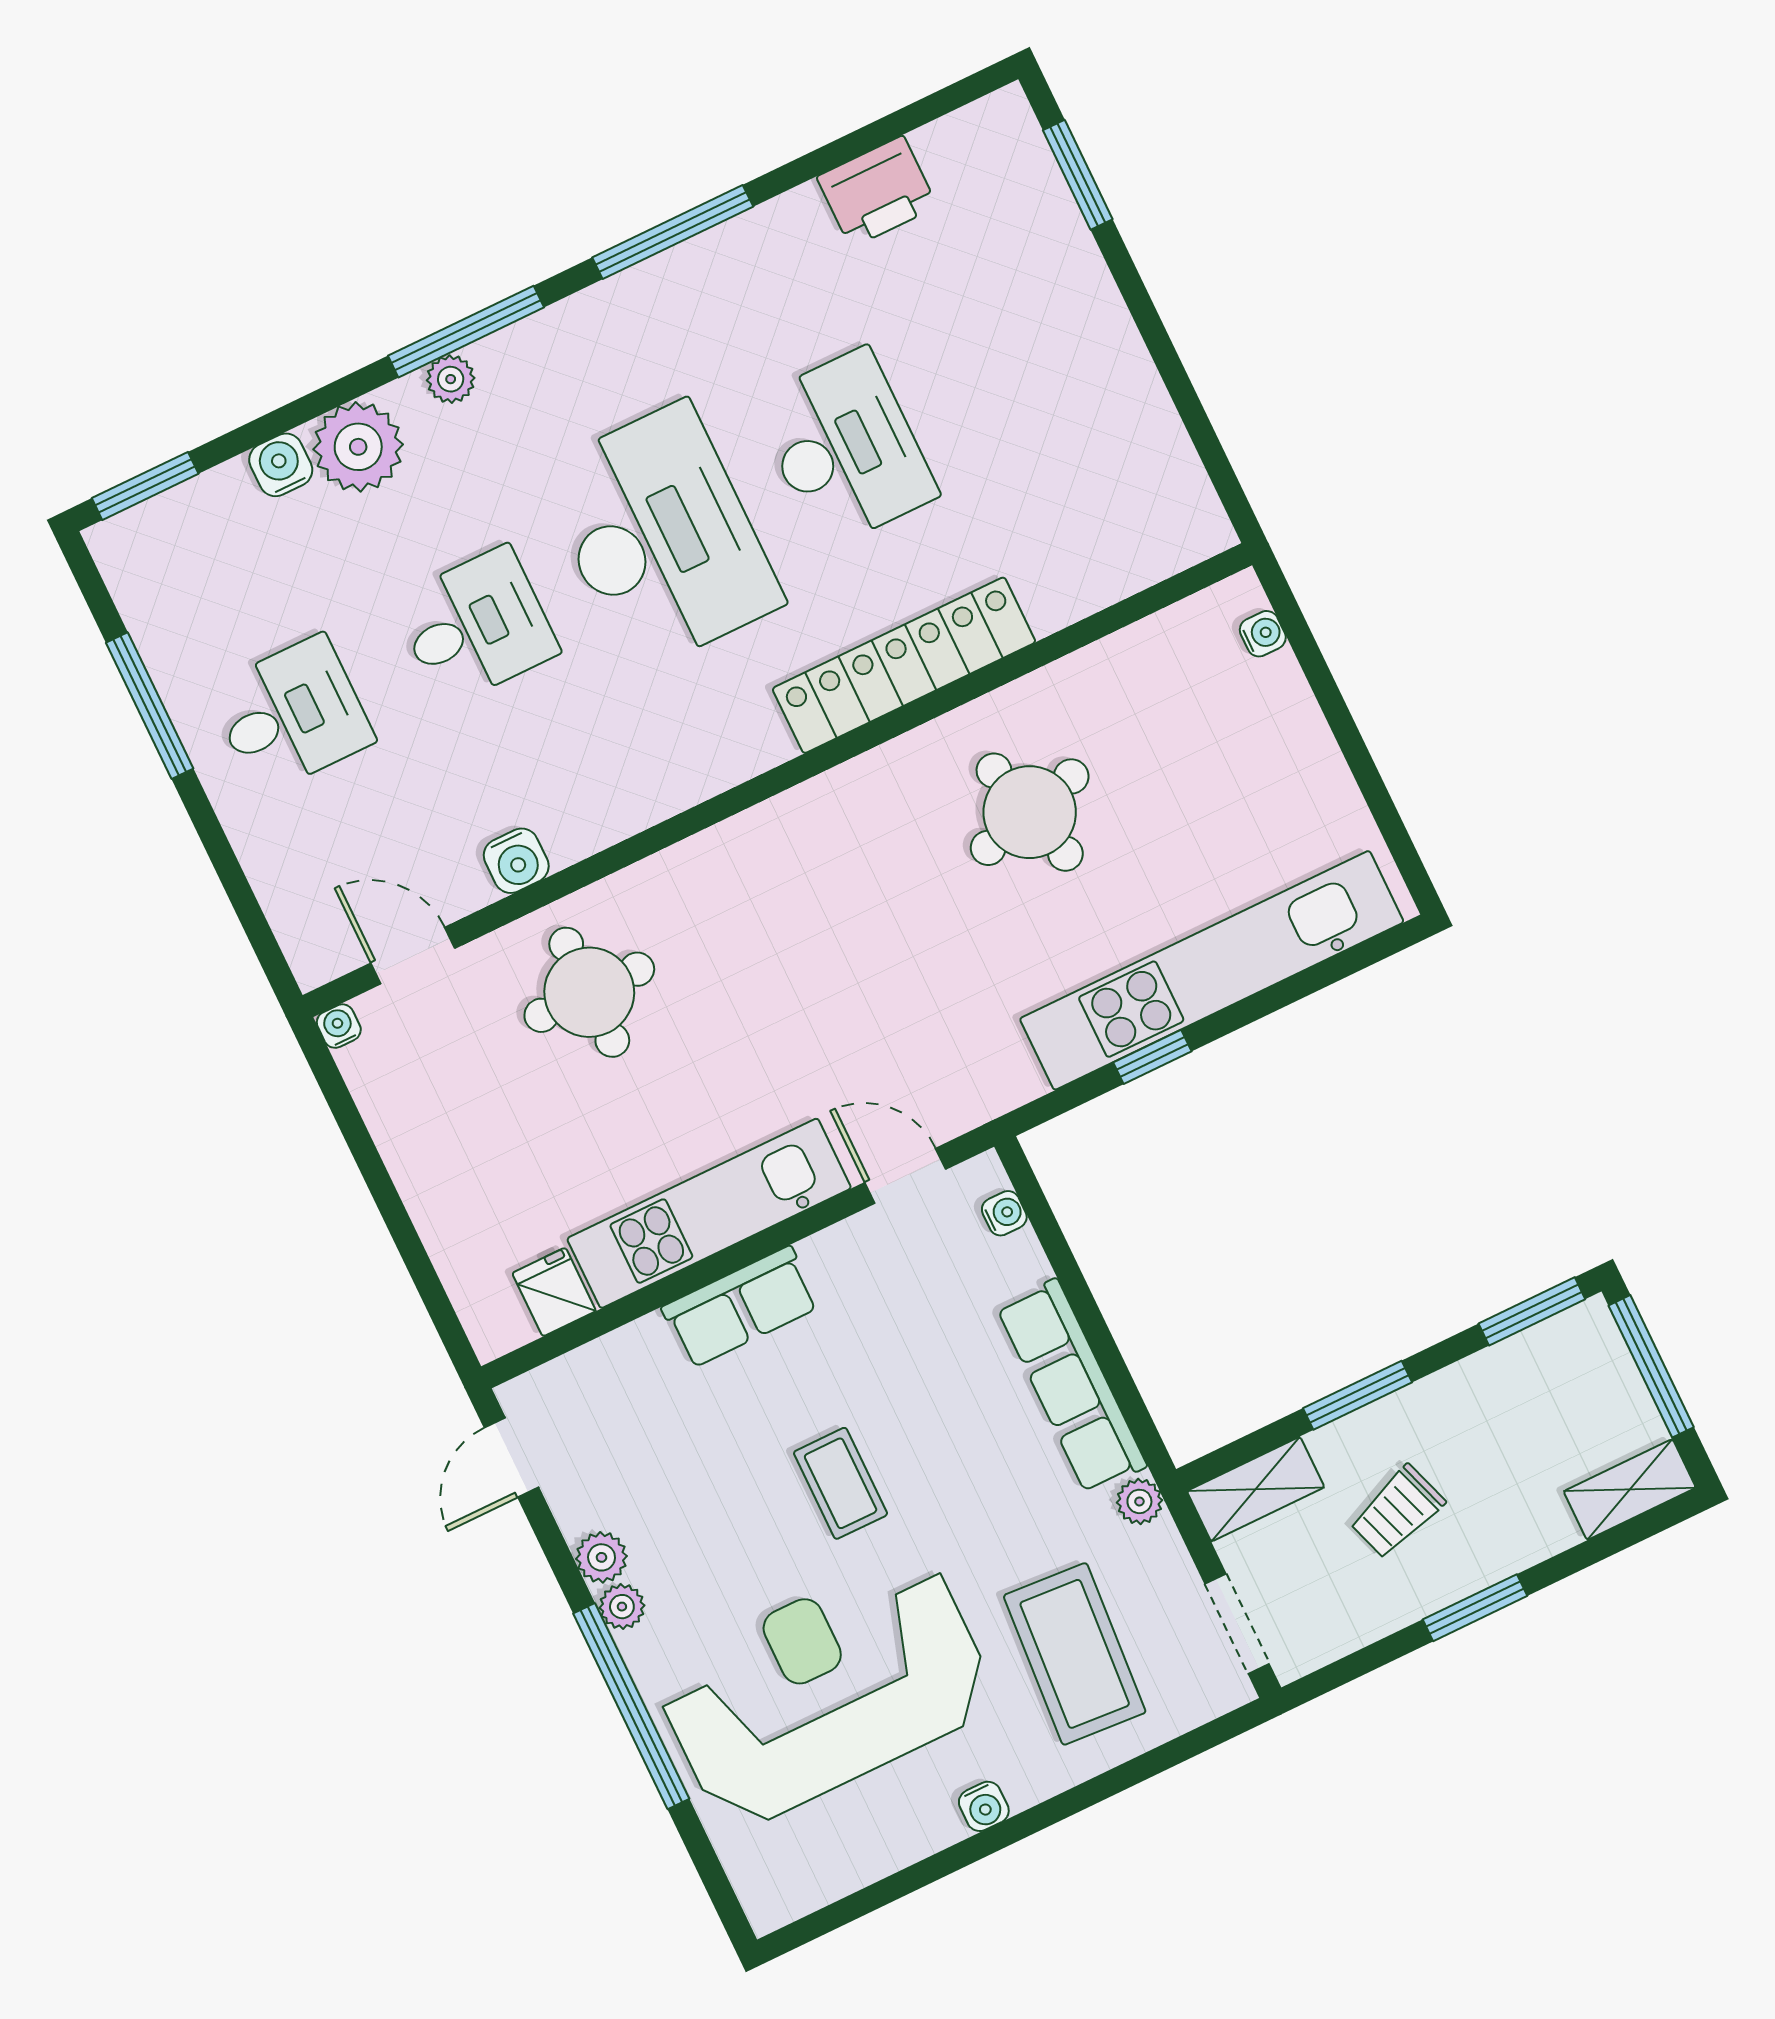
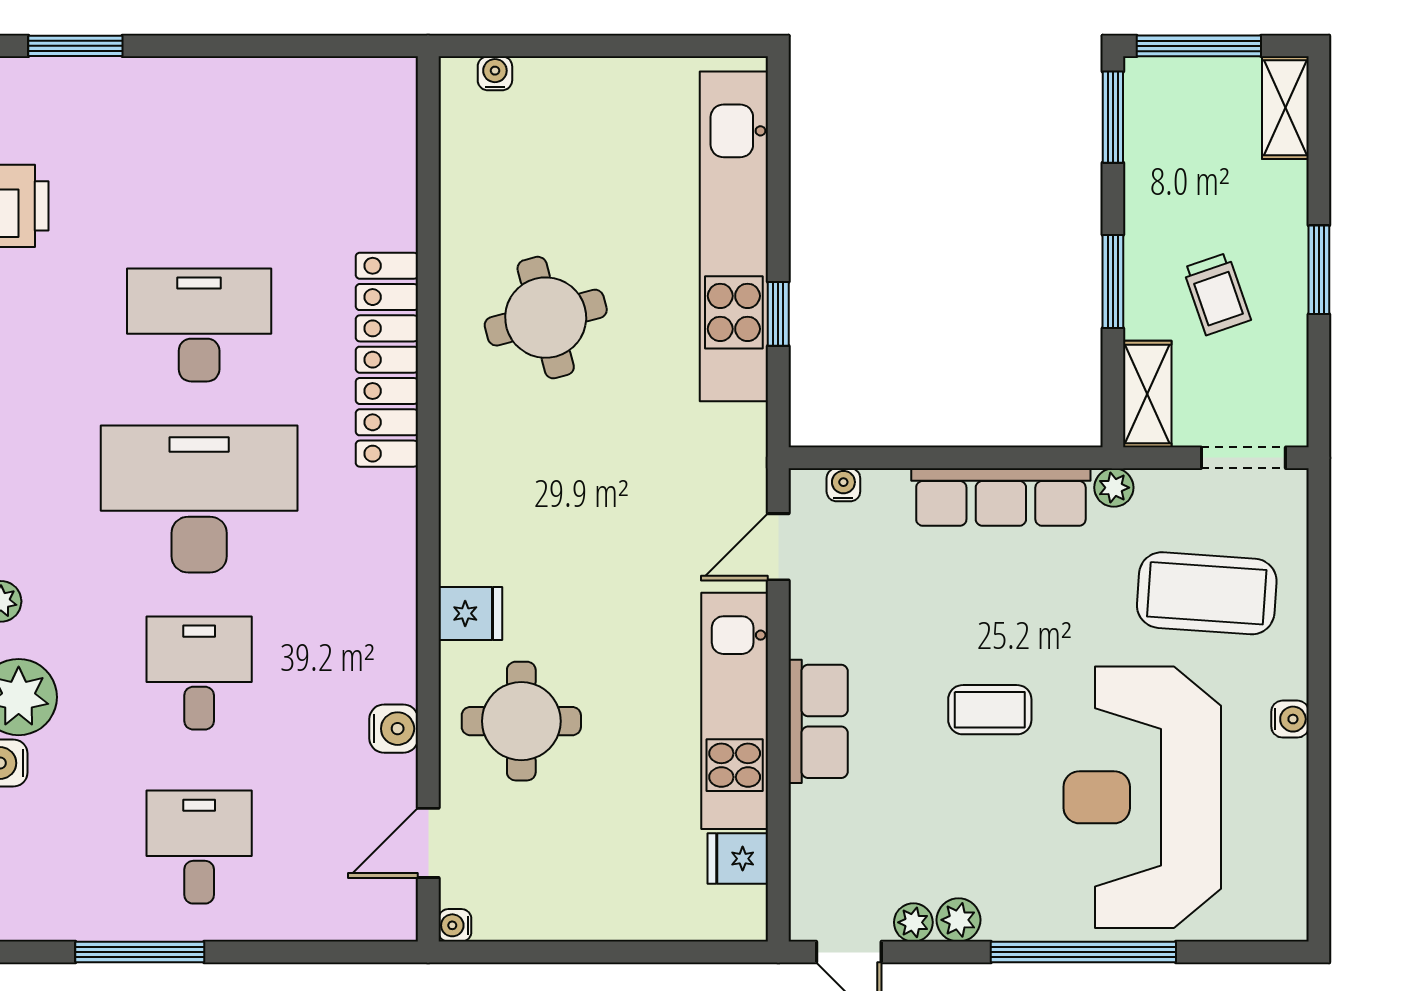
fridge: (677, 883) -> (470, 613), added
plant: (622, 1607) -> (913, 922), moved

